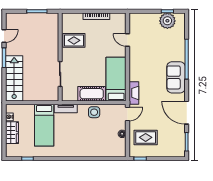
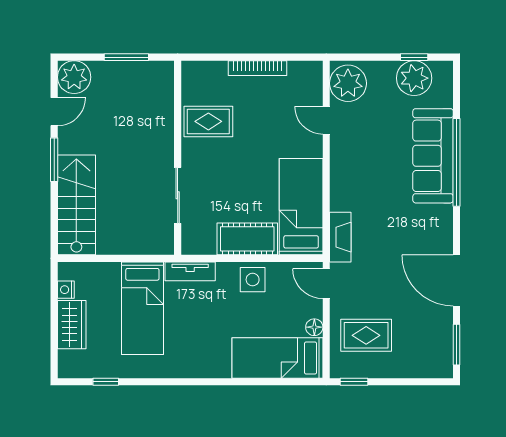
plant: (13, 20) -> (74, 77), added
plant: (137, 23) -> (348, 83), added
sofa: (176, 77) -> (433, 156), moved, width x1.36
door: (128, 114) -> (326, 284), swing flipped
bed: (105, 148) -> (277, 358), added

